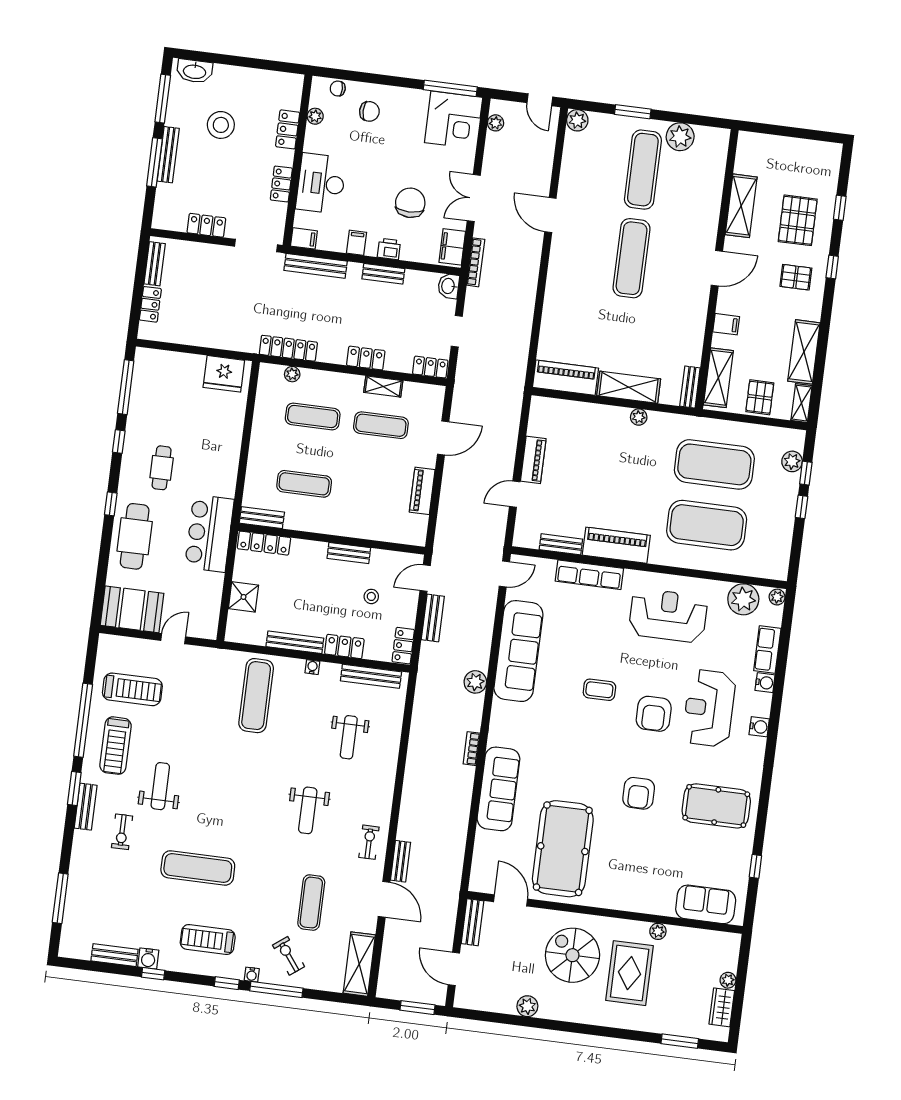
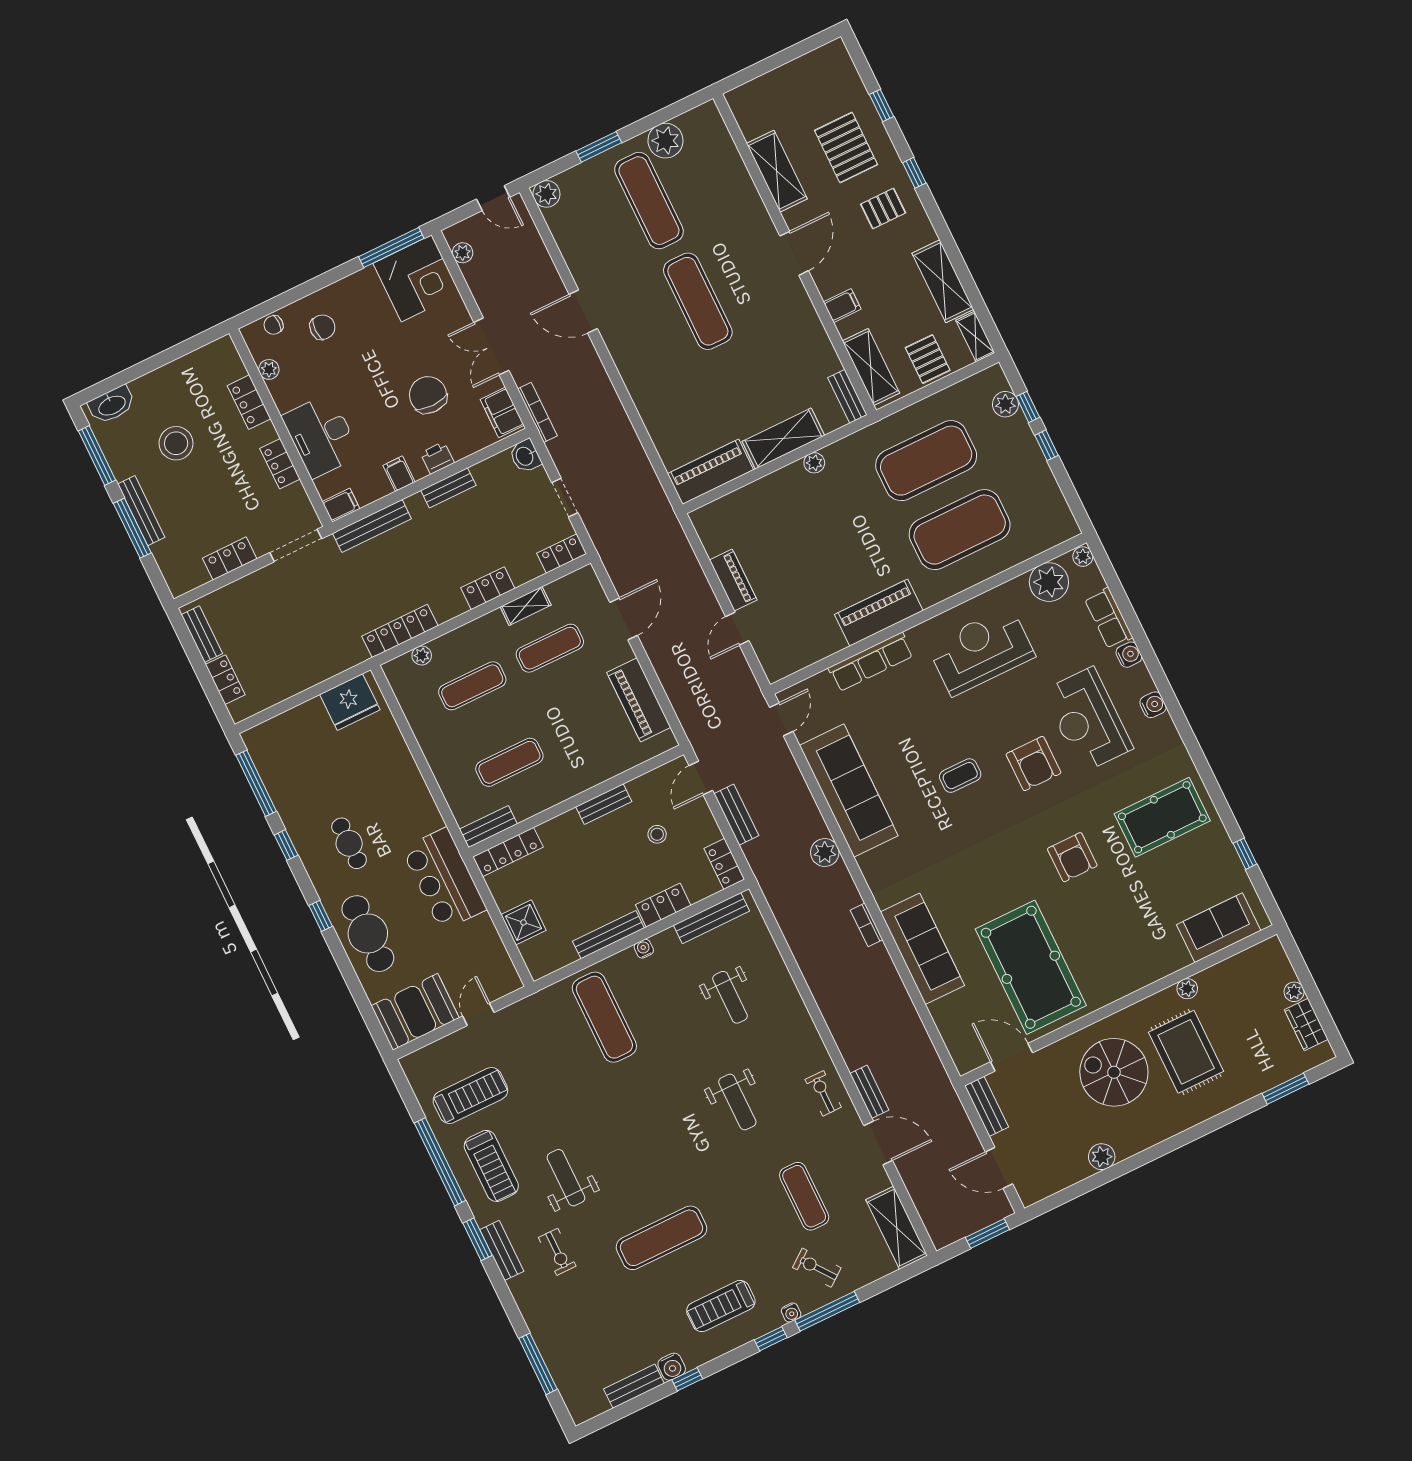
piano: (422, 491) -> (639, 700), width x1.37, depth x1.33
bench: (561, 544) -> (820, 650), removed

